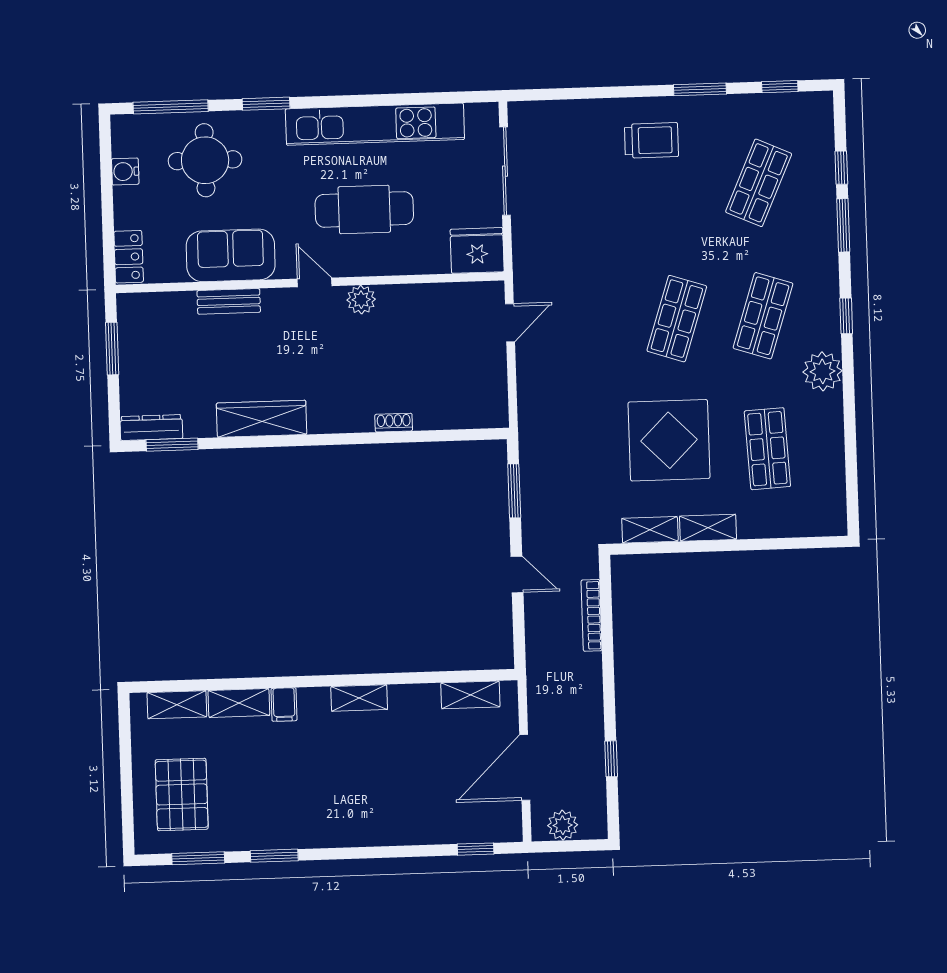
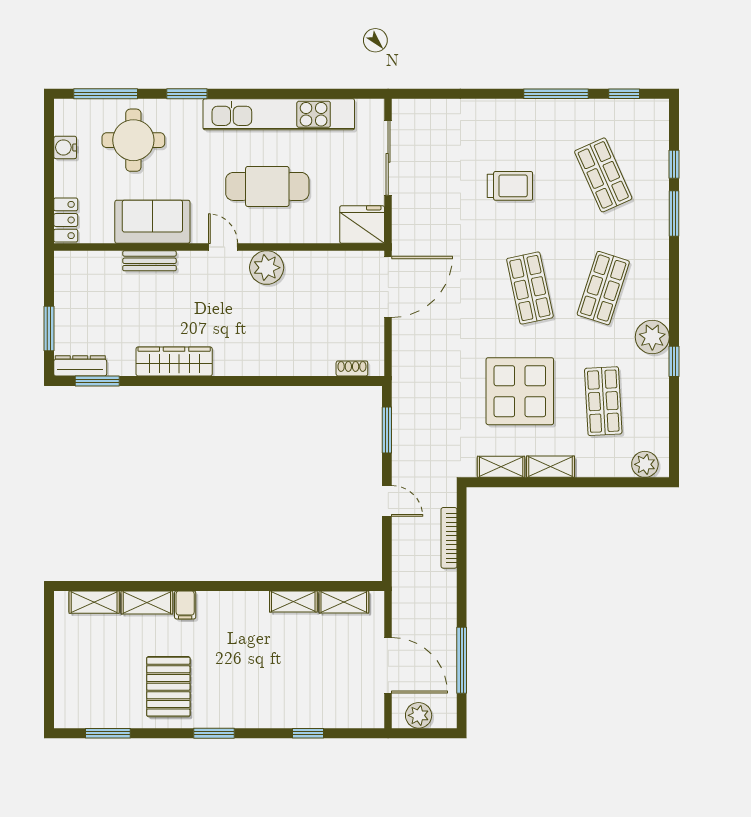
window: (700, 89) -> (556, 94), width x1.44
trolley: (651, 140) -> (510, 186), moved
shop shelf: (759, 183) -> (603, 175), turned -48
plant: (361, 300) -> (267, 268), width x1.36, depth x1.36
window: (846, 316) -> (674, 361), moved
shop shelf: (677, 319) -> (530, 288), turned -30
door: (510, 323) -> (388, 287), width x1.87
window: (112, 349) -> (49, 328), moved
shoe rack: (394, 423) -> (352, 368), moved
plant: (819, 521) -> (645, 464), added
shelving: (359, 698) -> (293, 602), moved
window: (611, 759) -> (462, 660), width x2.17
door: (525, 767) -> (388, 665), swing flipped
pallet: (182, 794) -> (168, 687), moved
window: (476, 849) -> (308, 733), moved
window: (274, 856) -> (214, 733), moved

